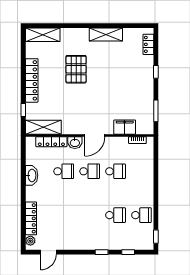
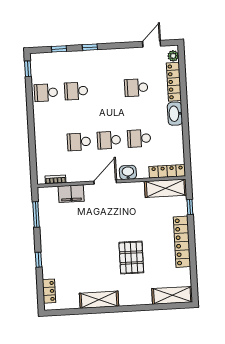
locker: (51, 142) -> (167, 171), moved
washbasin: (32, 175) -> (175, 114), moved
school desk: (64, 215) -> (136, 88), added

